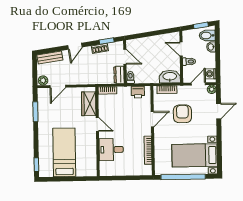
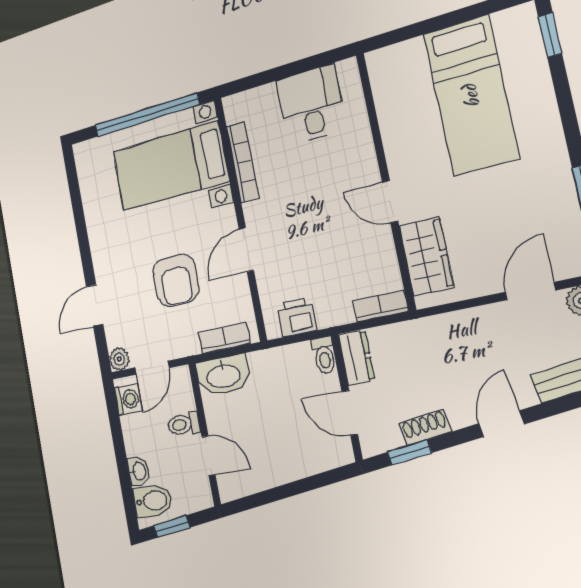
desk: (111, 150) -> (311, 105), moved, turned -90
bed with nightstands: (195, 155) -> (170, 166), moved, turned 180

